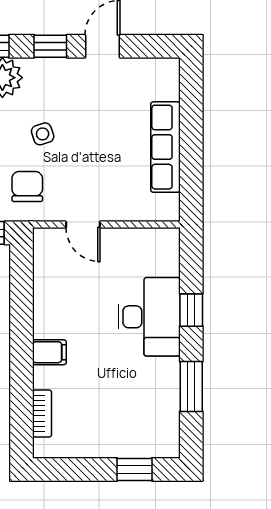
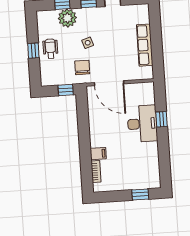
door: (83, 225) -> (109, 83), width x1.87
filing cabinet: (49, 352) -> (98, 154), moved
window: (191, 386) -> (164, 154), removed

